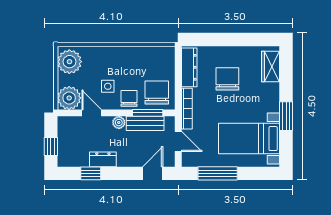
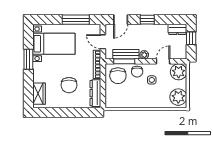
door: (92, 113) -> (163, 61), swing flipped
dresser: (103, 159) -> (177, 29), moved
window: (91, 173) -> (147, 20), moved

